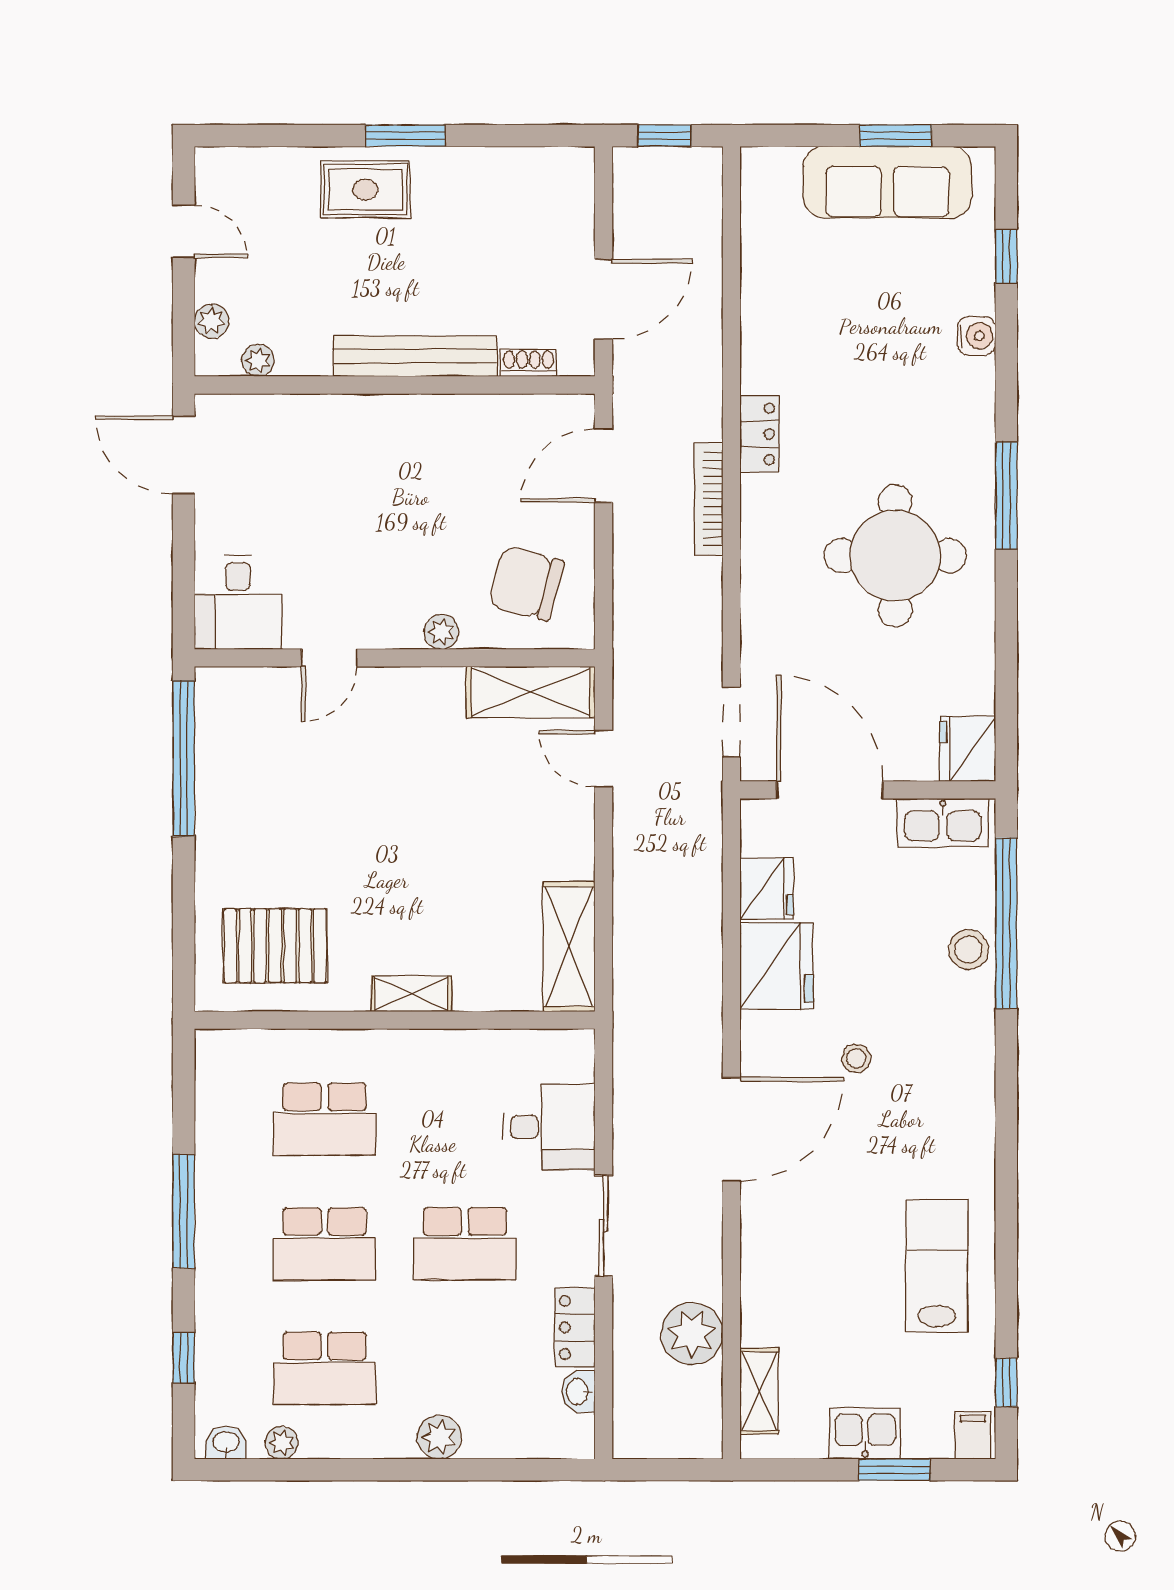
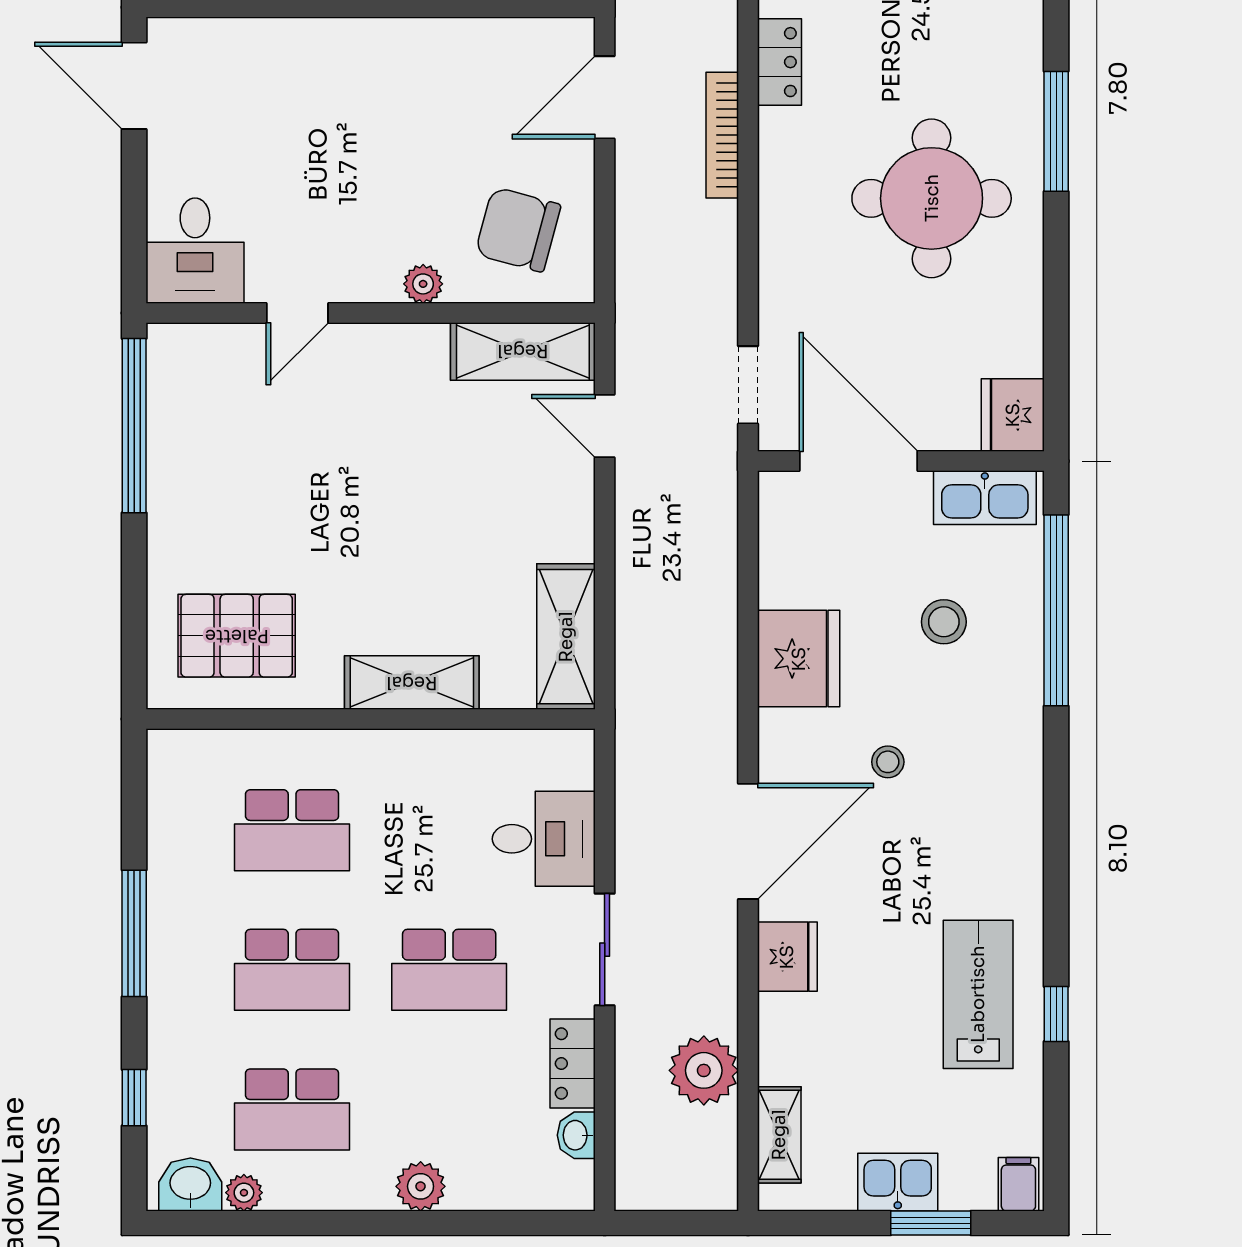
fridge: (767, 889) -> (787, 957), moved
stool: (969, 950) -> (944, 622), moved
shelving: (411, 994) -> (412, 683), width x1.50, depth x1.33
window: (1006, 1383) -> (1056, 1014), moved
washbasin: (226, 1443) -> (190, 1184), width x1.38, depth x1.45

